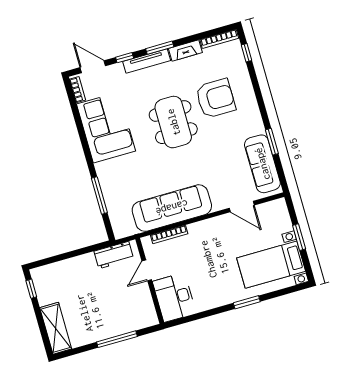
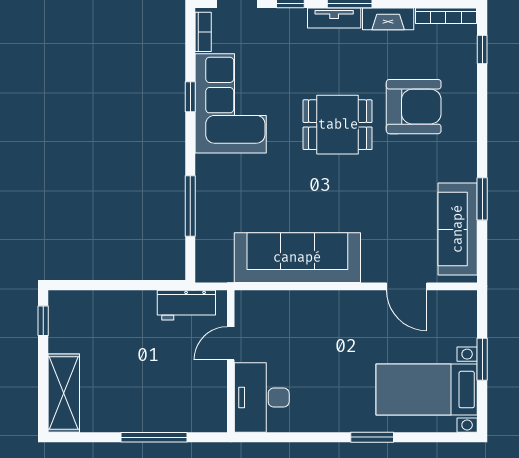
tv unit: (147, 61) -> (334, 18), width x0.71
dining table: (173, 122) -> (338, 125), width x0.73
window: (81, 130) -> (190, 97), added
bookcase: (169, 234) -> (281, 298), removed

